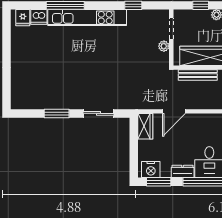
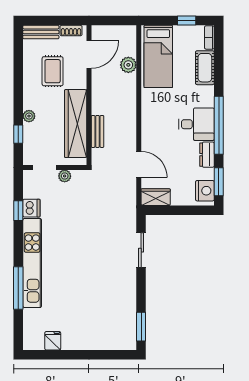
dishwasher: (39, 17) -> (31, 208), moved
fridge: (23, 18) -> (53, 341), moved, turned -90
bench: (198, 75) -> (97, 131), width x0.73
window: (57, 113) -> (141, 327), moved

